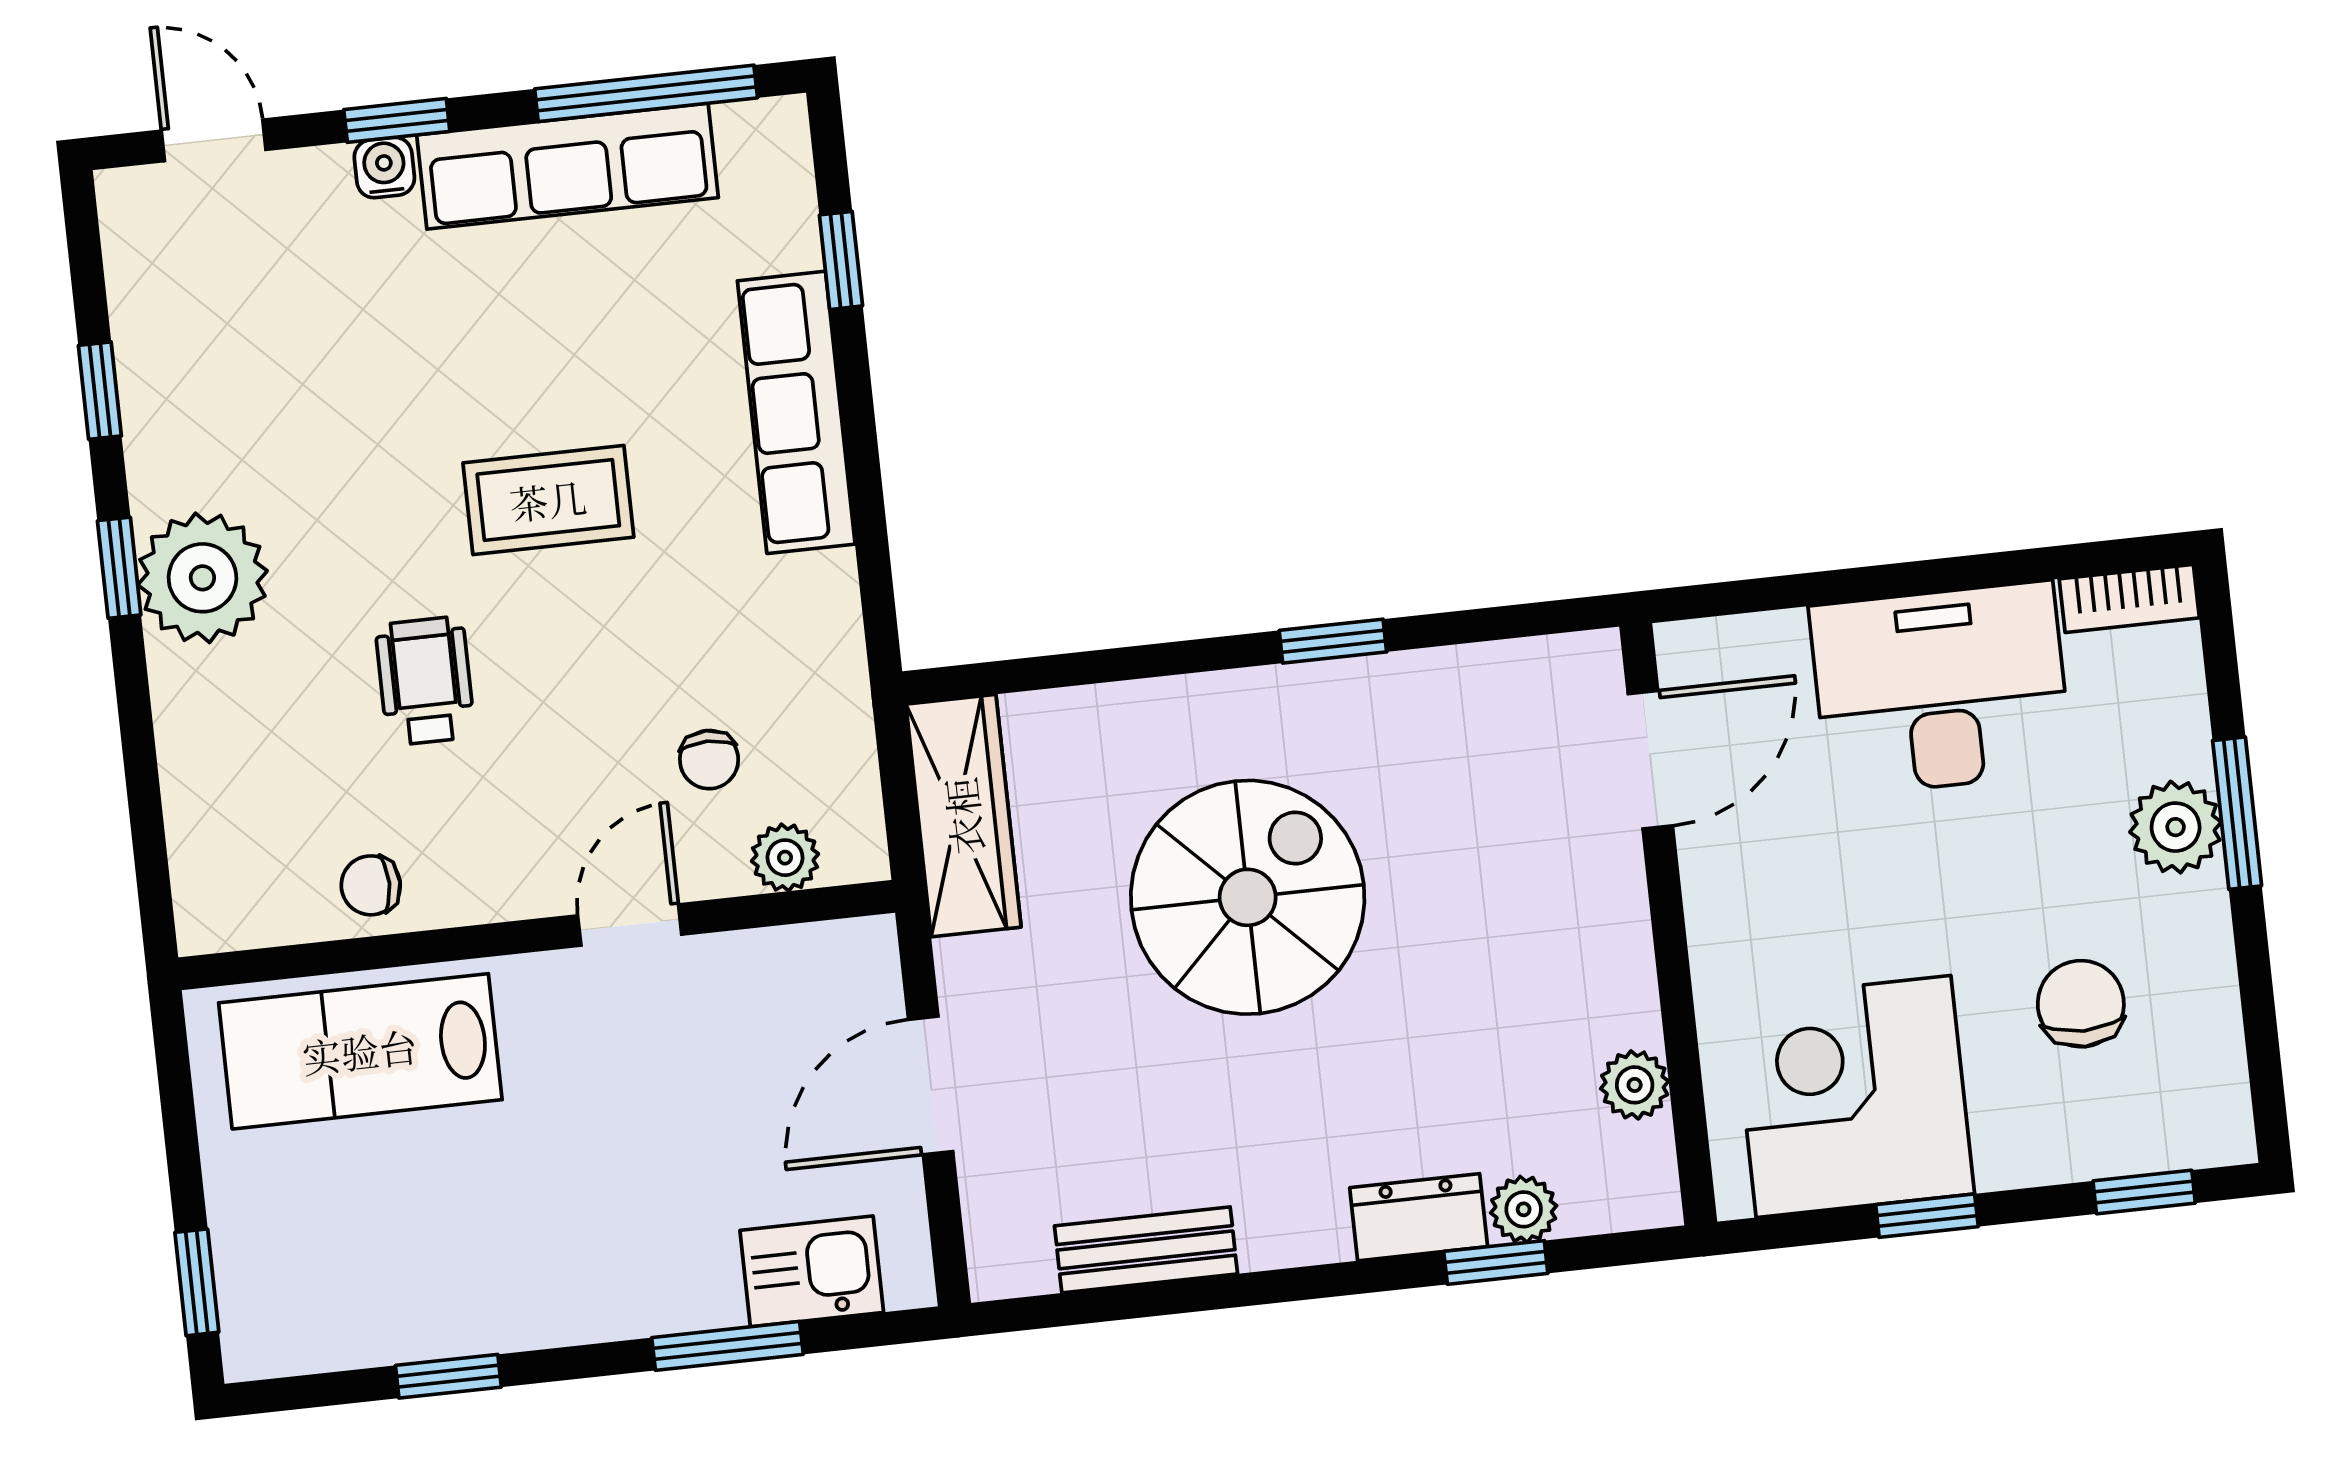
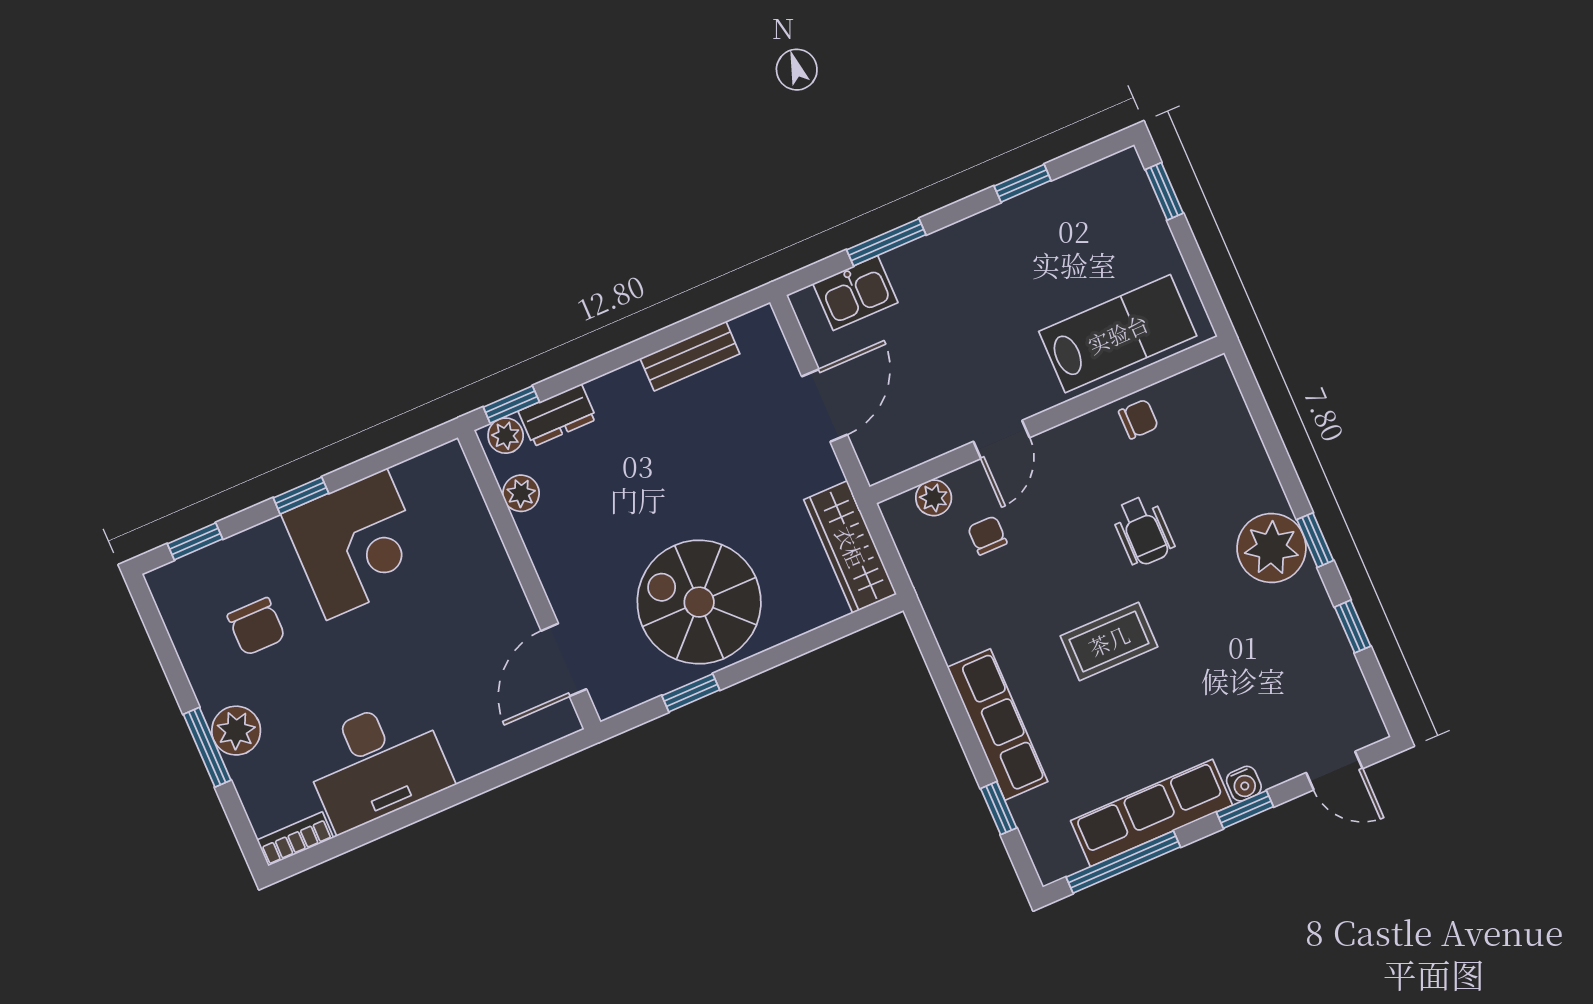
door: (1650, 760) -> (564, 660), moved
spiral stairs: (1248, 897) -> (699, 602), moved, turned 90
wall: (1668, 924) -> (529, 580), moved
plant: (1635, 1085) -> (521, 493), moved

